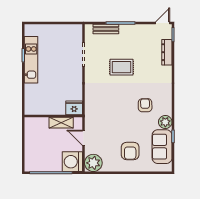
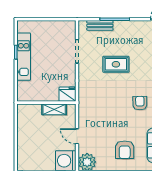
fridge: (74, 108) -> (67, 94), moved
wall: (53, 116) -> (46, 103), moved
shelving: (61, 123) -> (54, 109), moved

